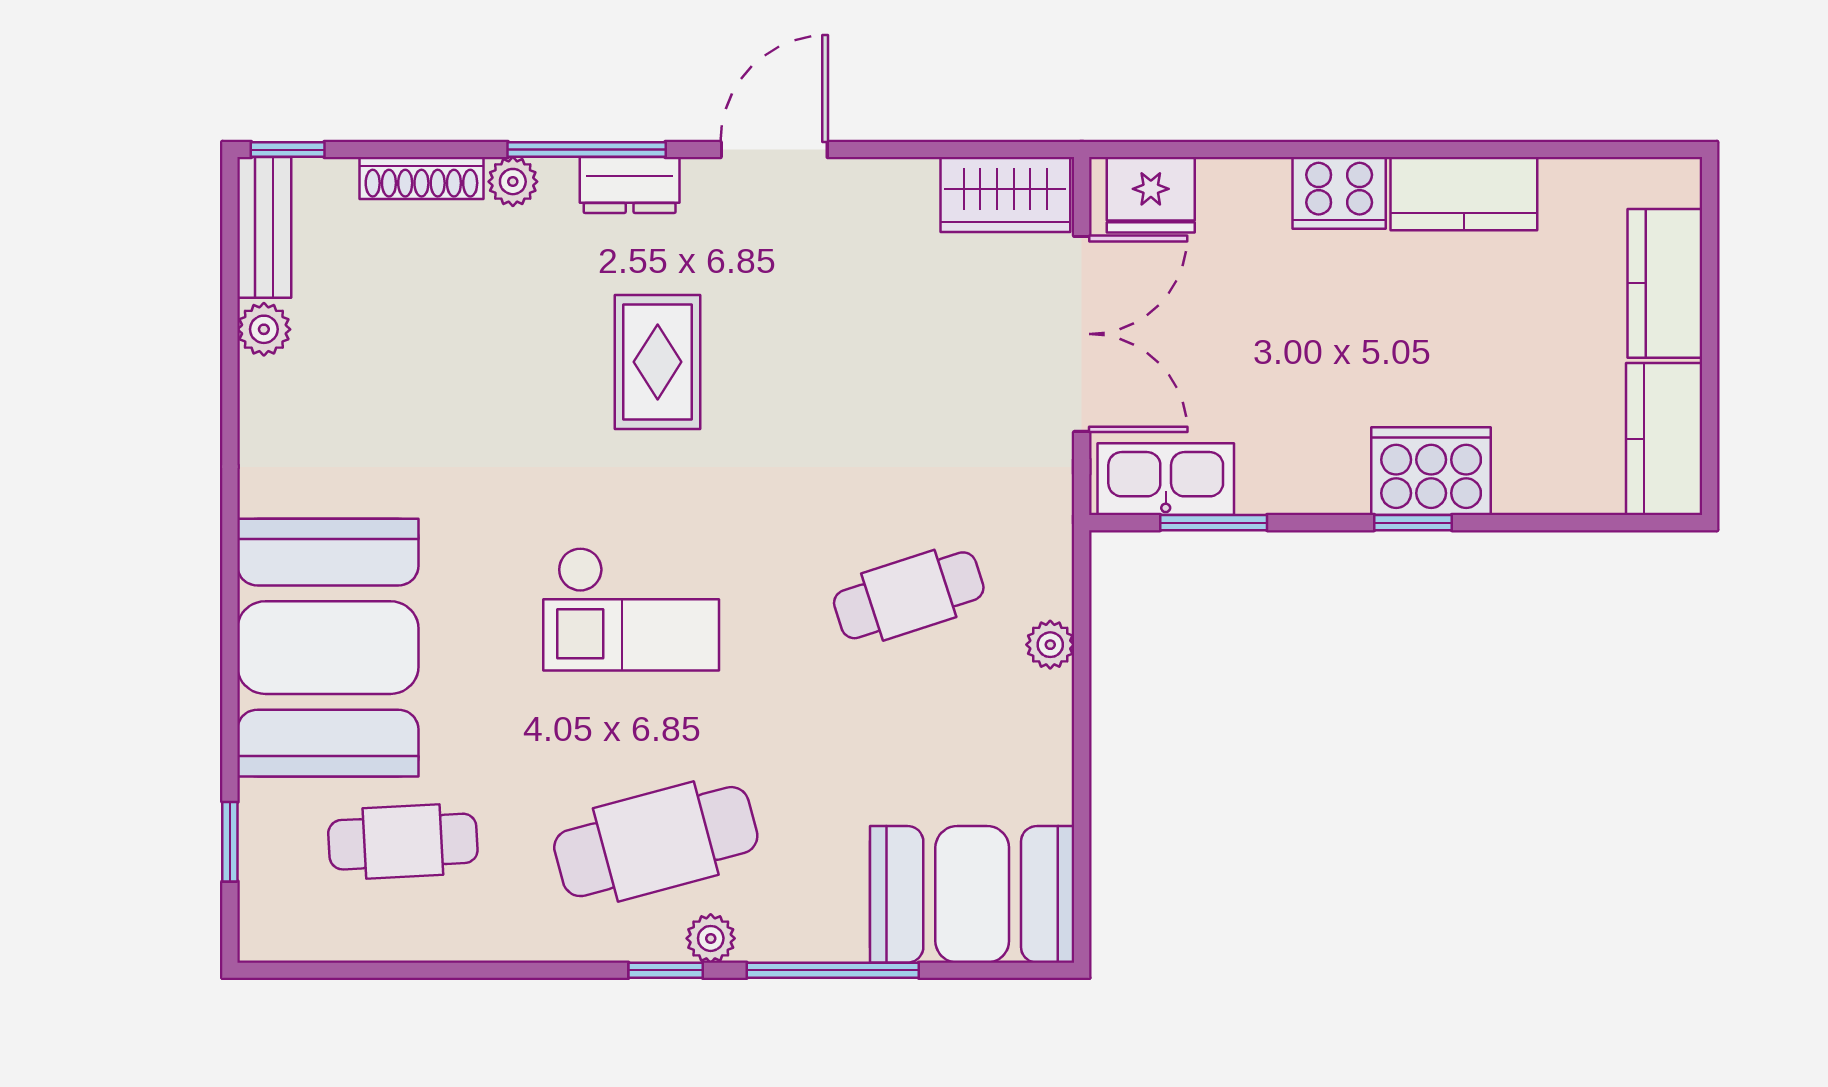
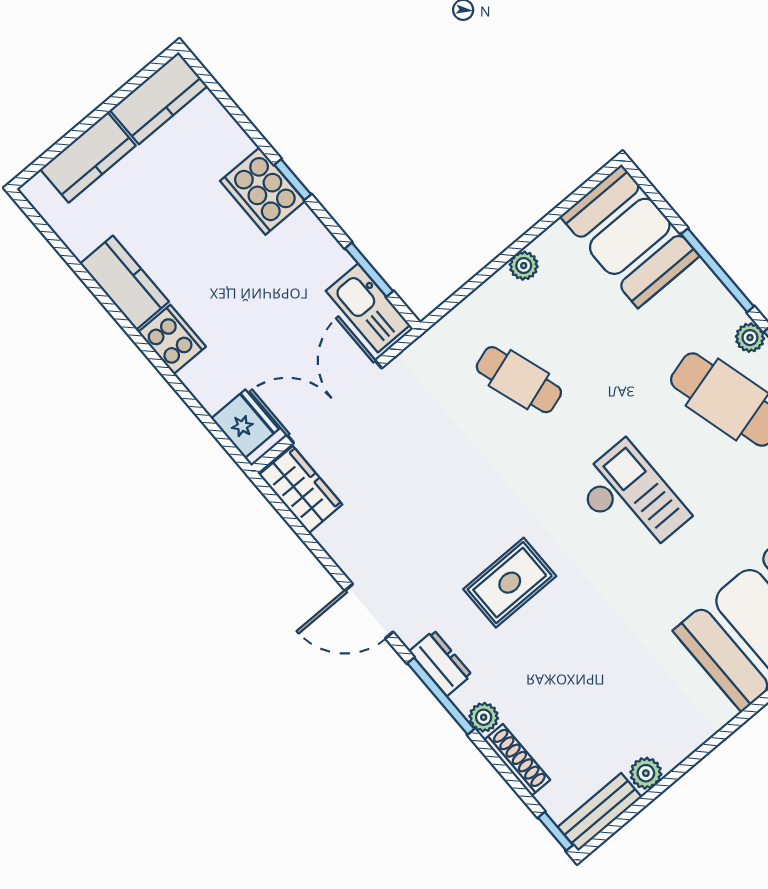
plant: (1050, 645) -> (524, 266), moved

